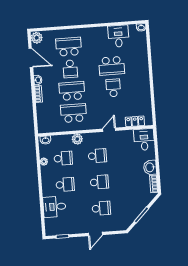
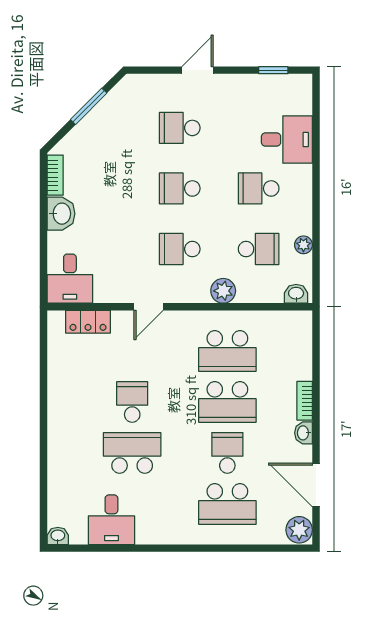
school desk: (113, 88) -> (132, 402), turned 180
school desk: (63, 158) -> (259, 249), turned 180

